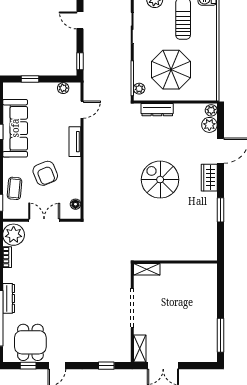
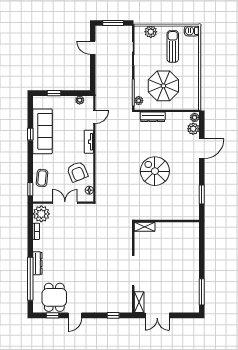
window: (80, 61) -> (93, 79), removed
armchair: (45, 173) -> (77, 172), moved
wardrobe: (209, 178) -> (193, 170), removed
wall: (175, 262) -> (167, 221), moved
shelving: (147, 269) -> (145, 227), moved

